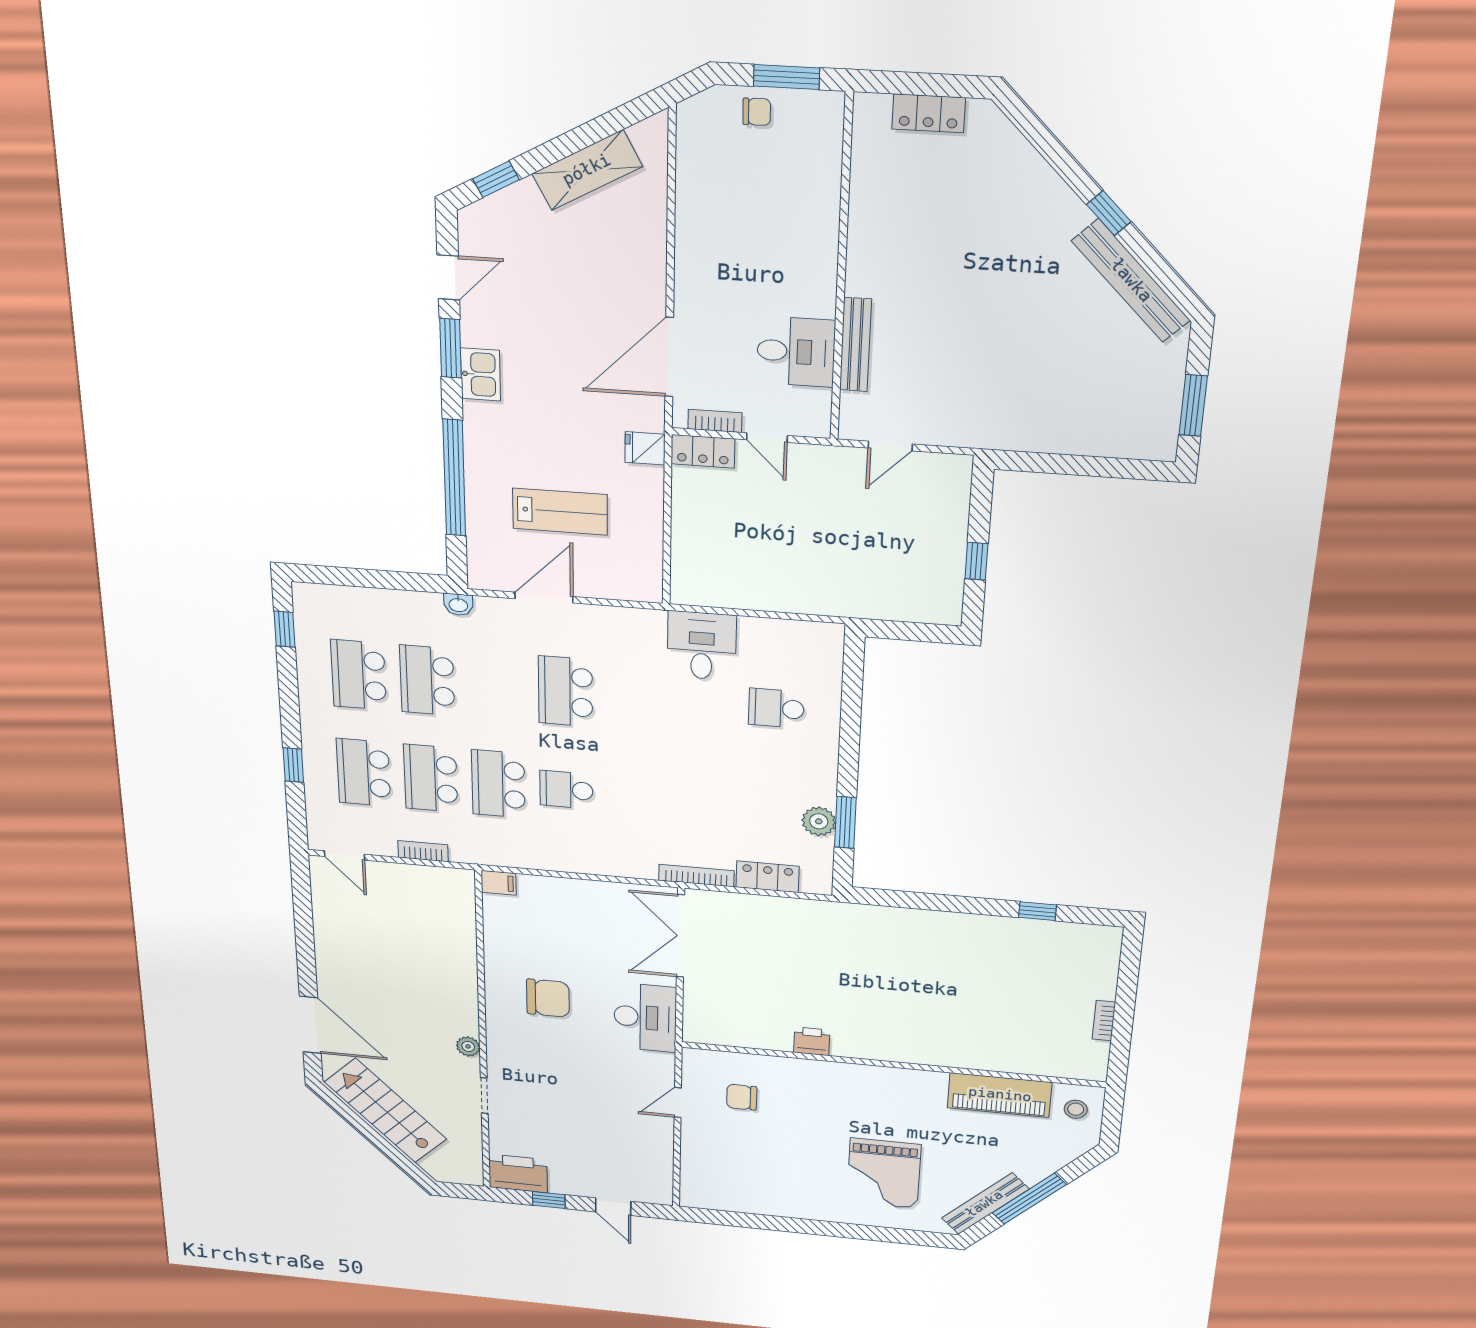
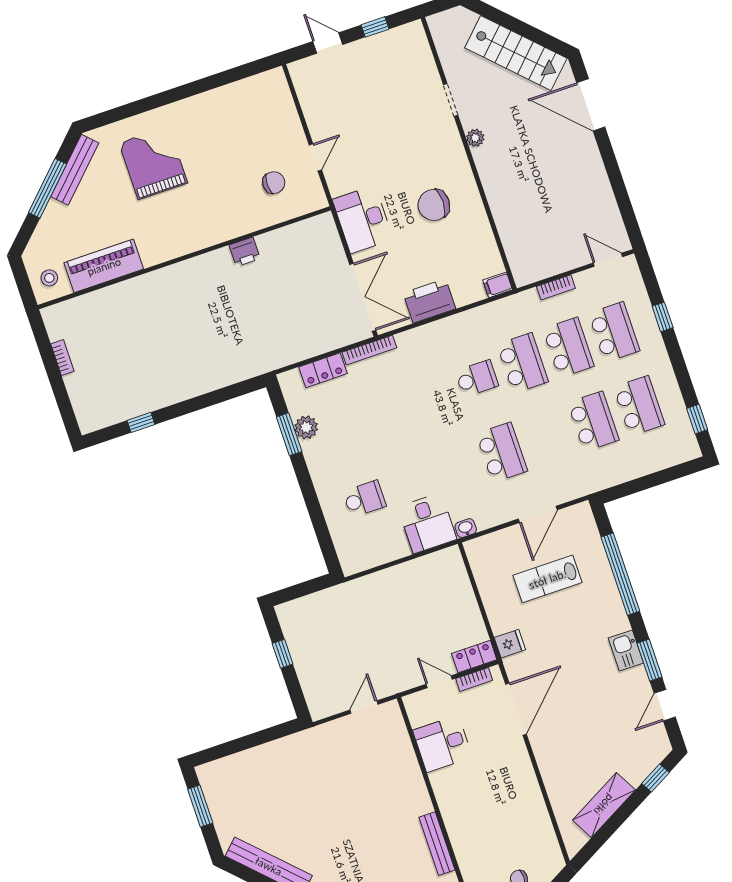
bench: (855, 345) -> (437, 844), moved
washbasin: (458, 605) -> (466, 528), moved
printer: (518, 1173) -> (429, 301), moved, turned 180

